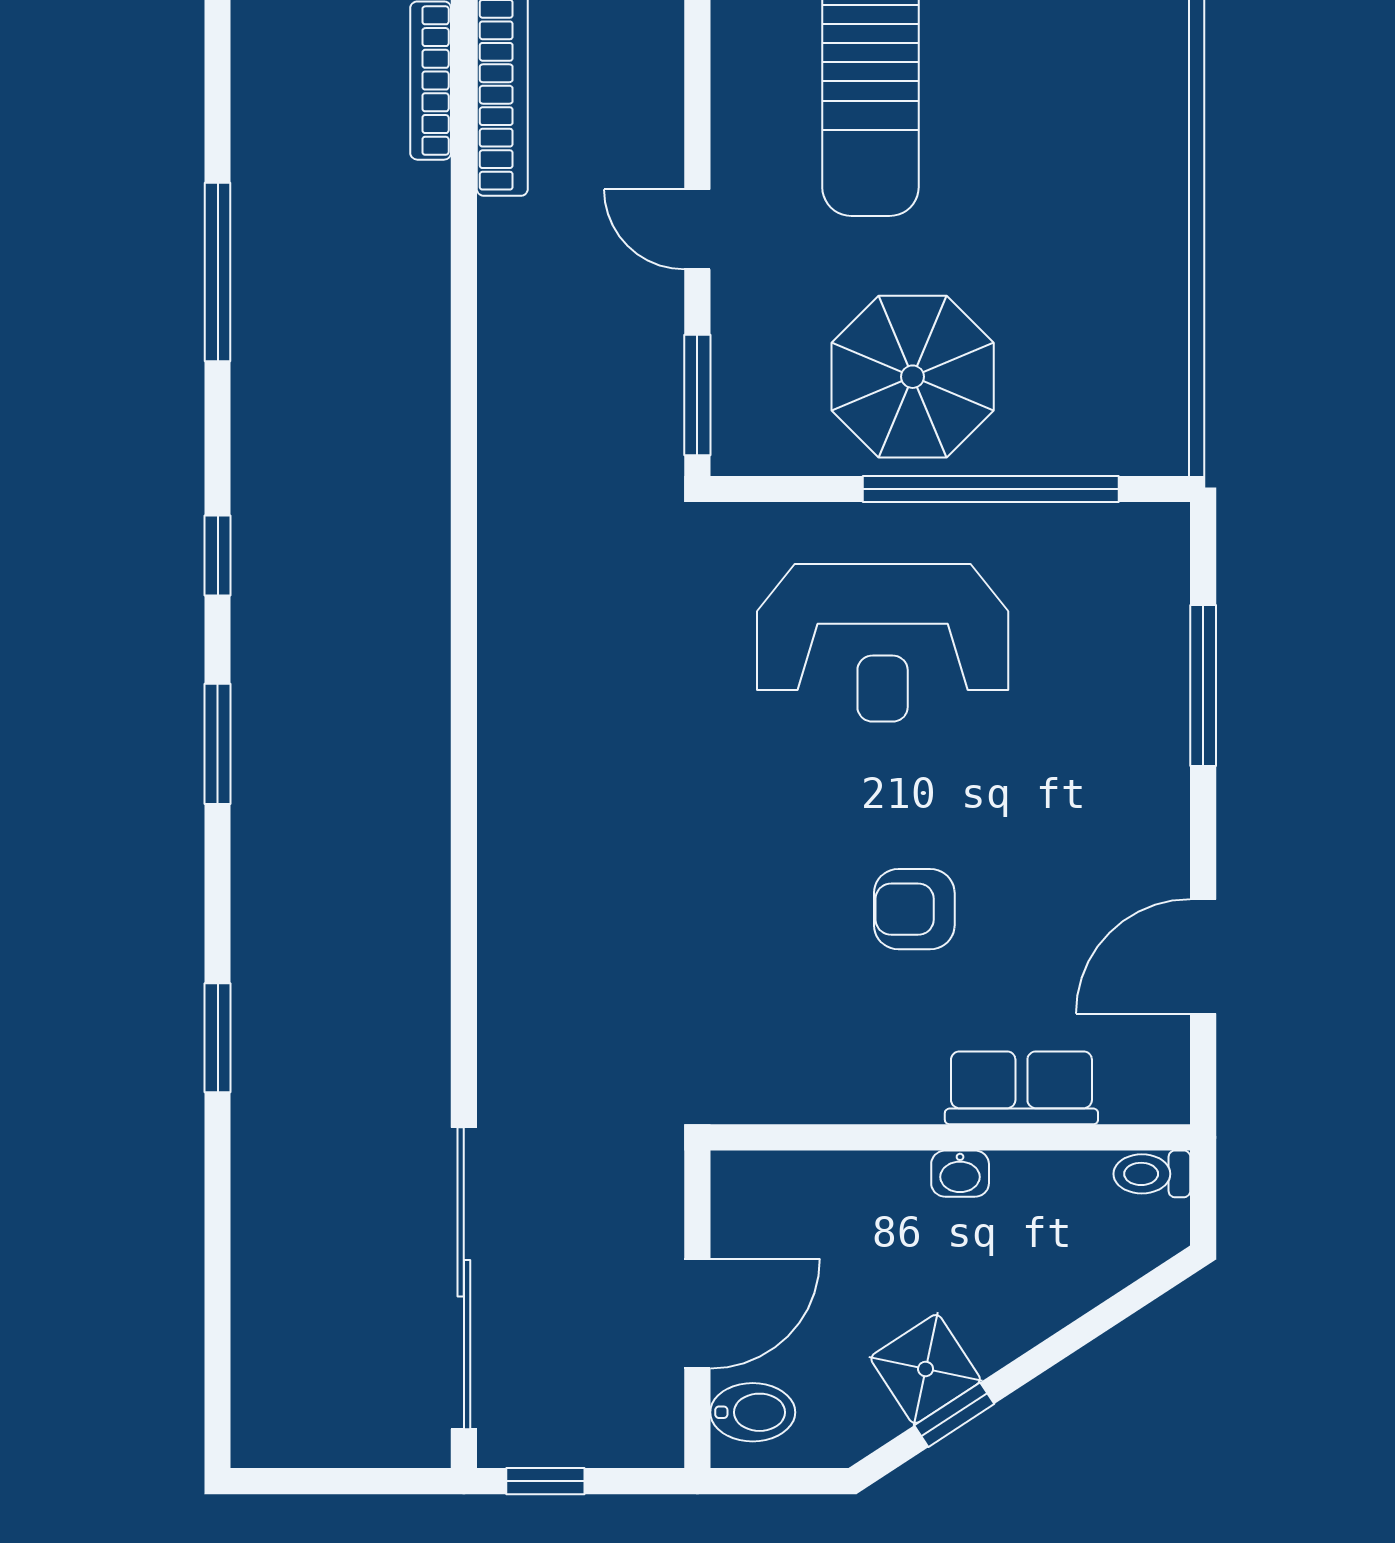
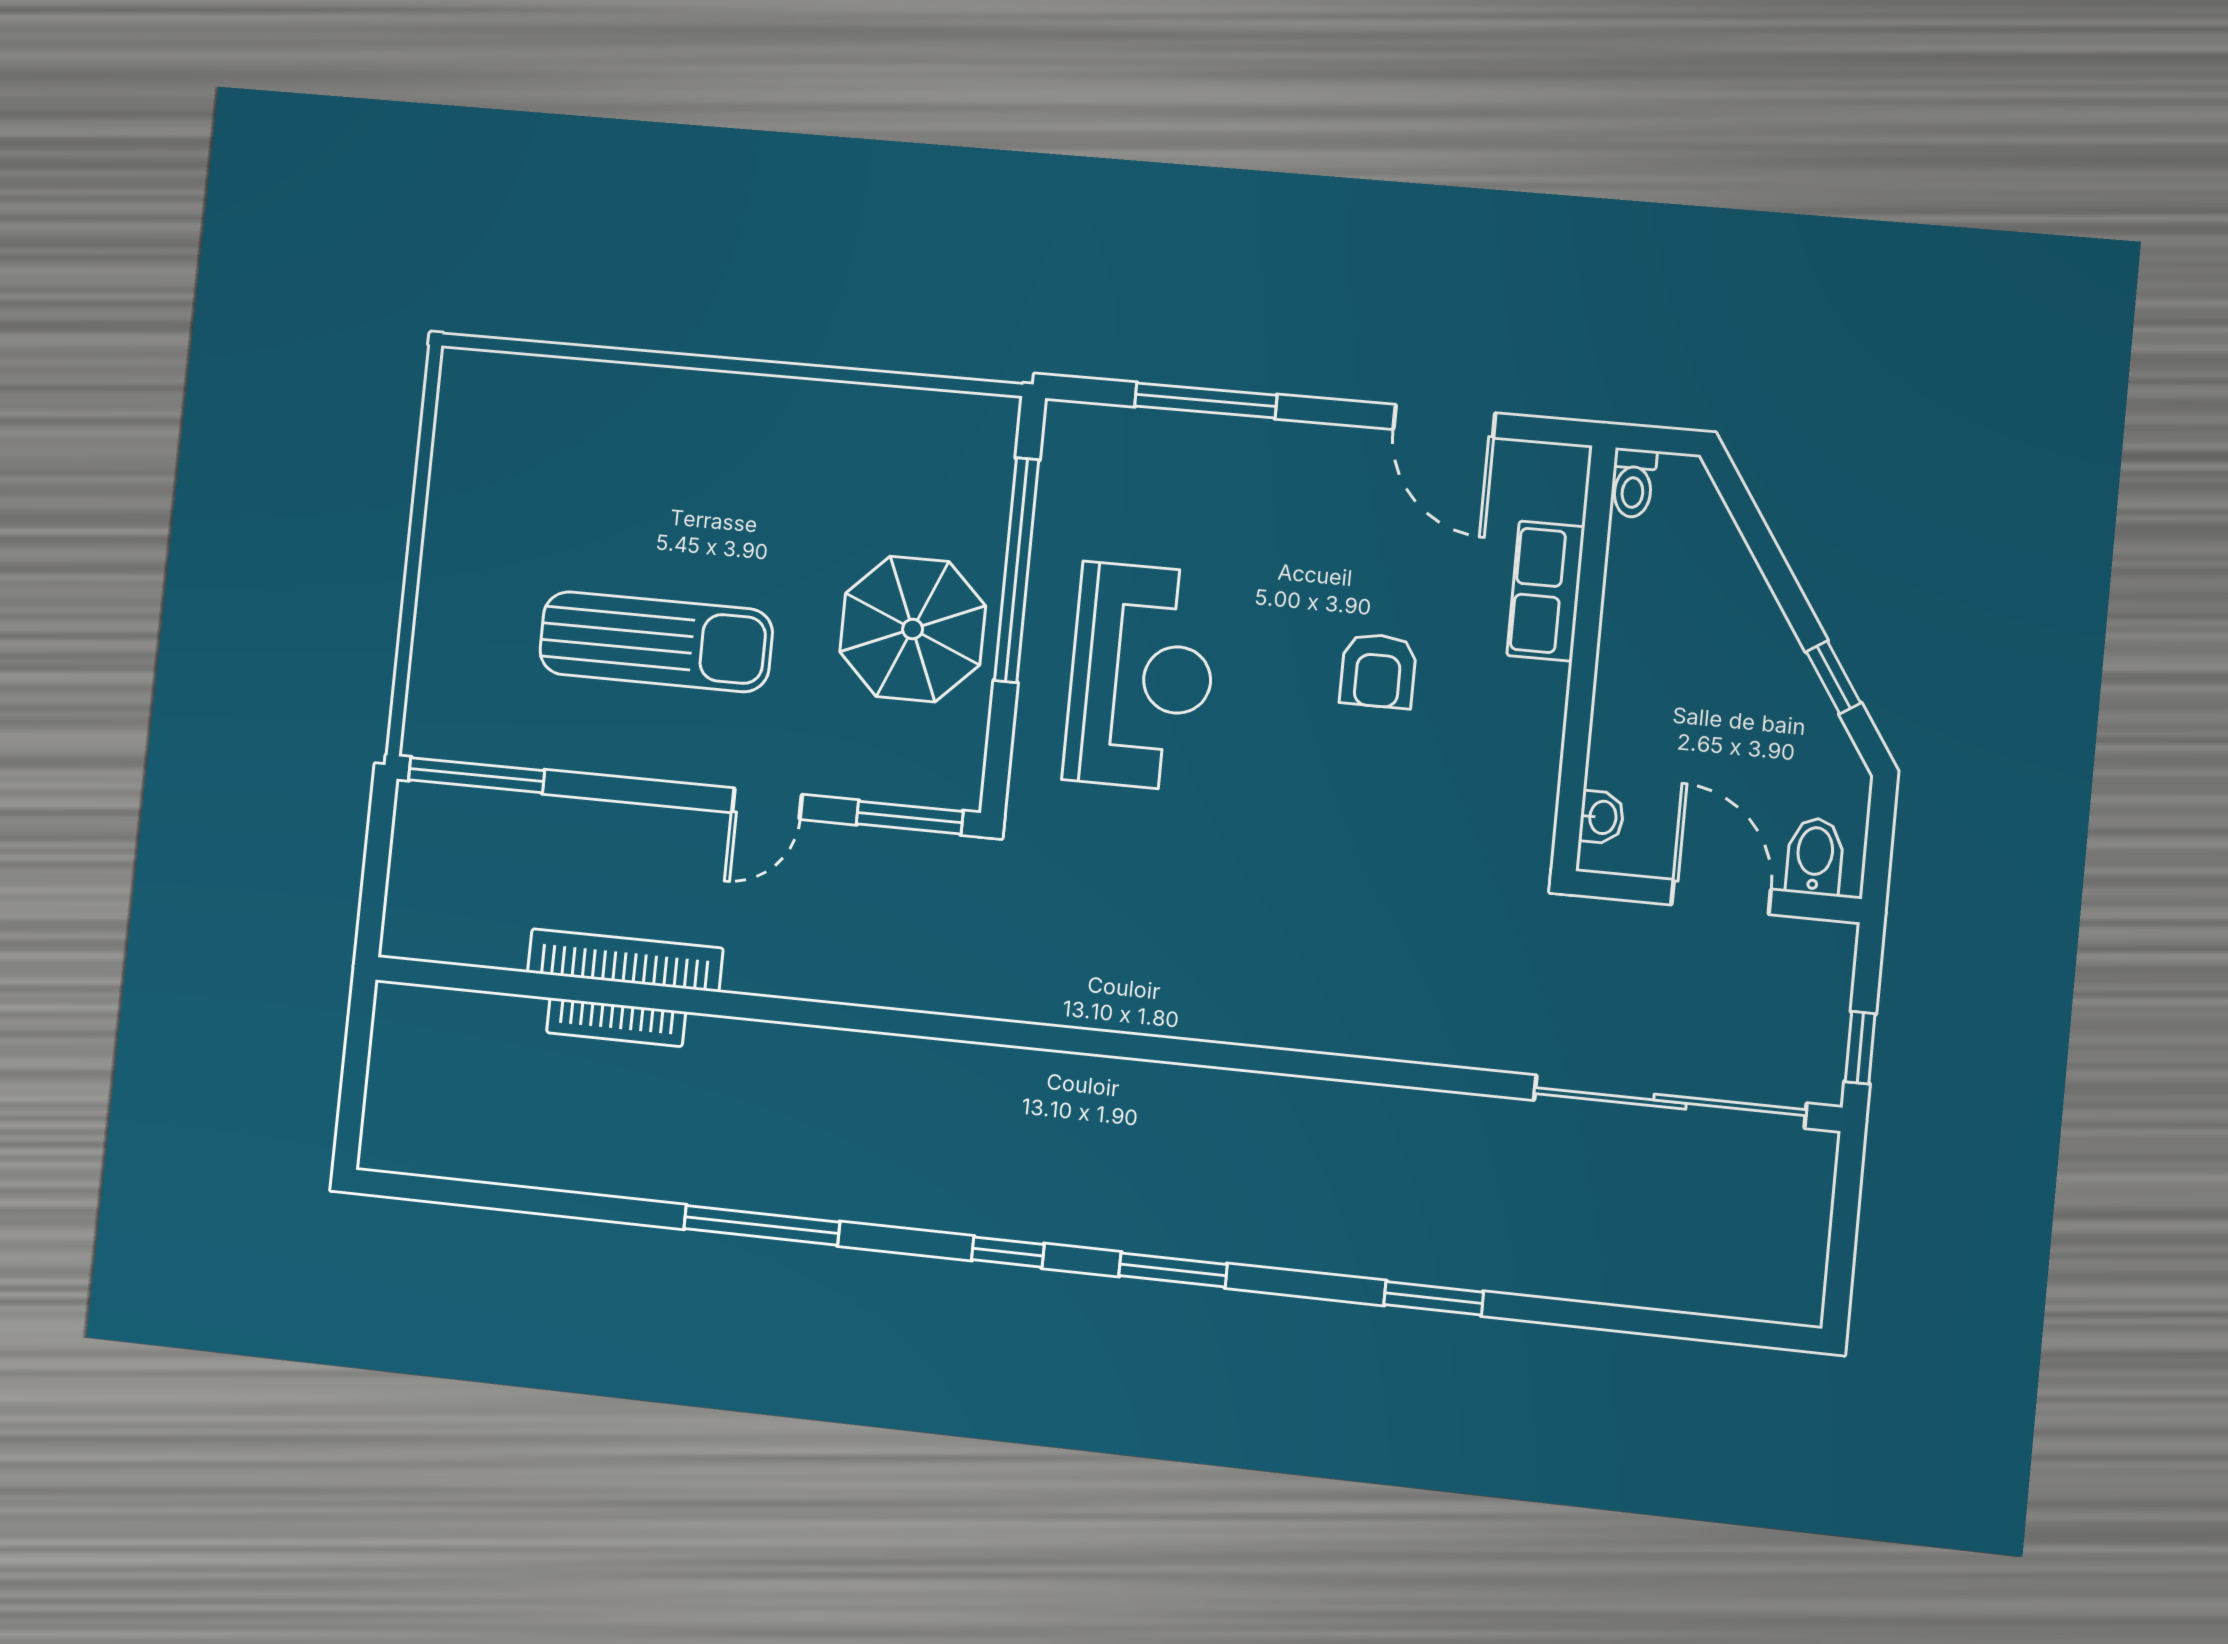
washbasin: (960, 1174) -> (1602, 817), moved
shower: (926, 1369) -> (1790, 699), removed

